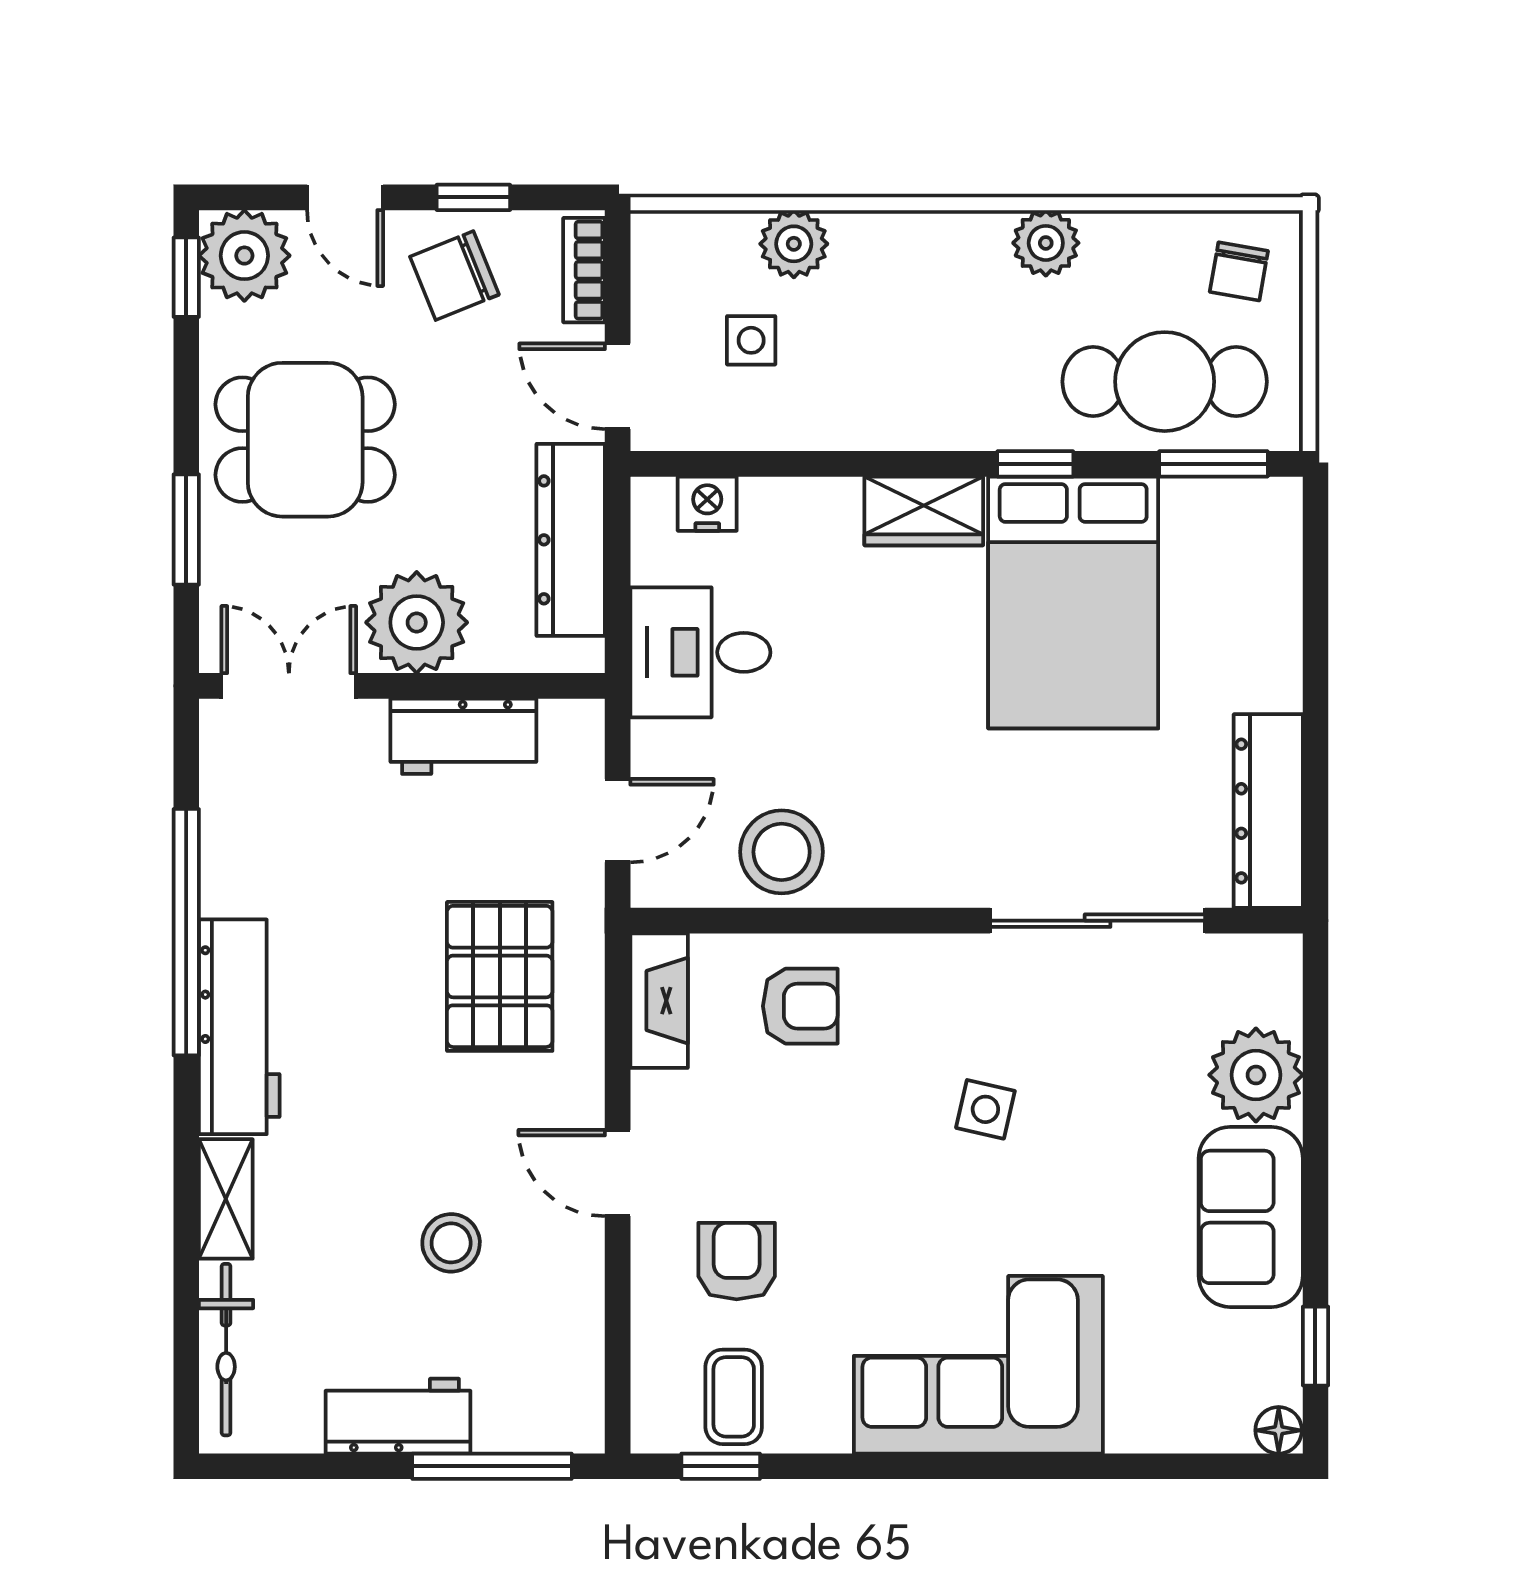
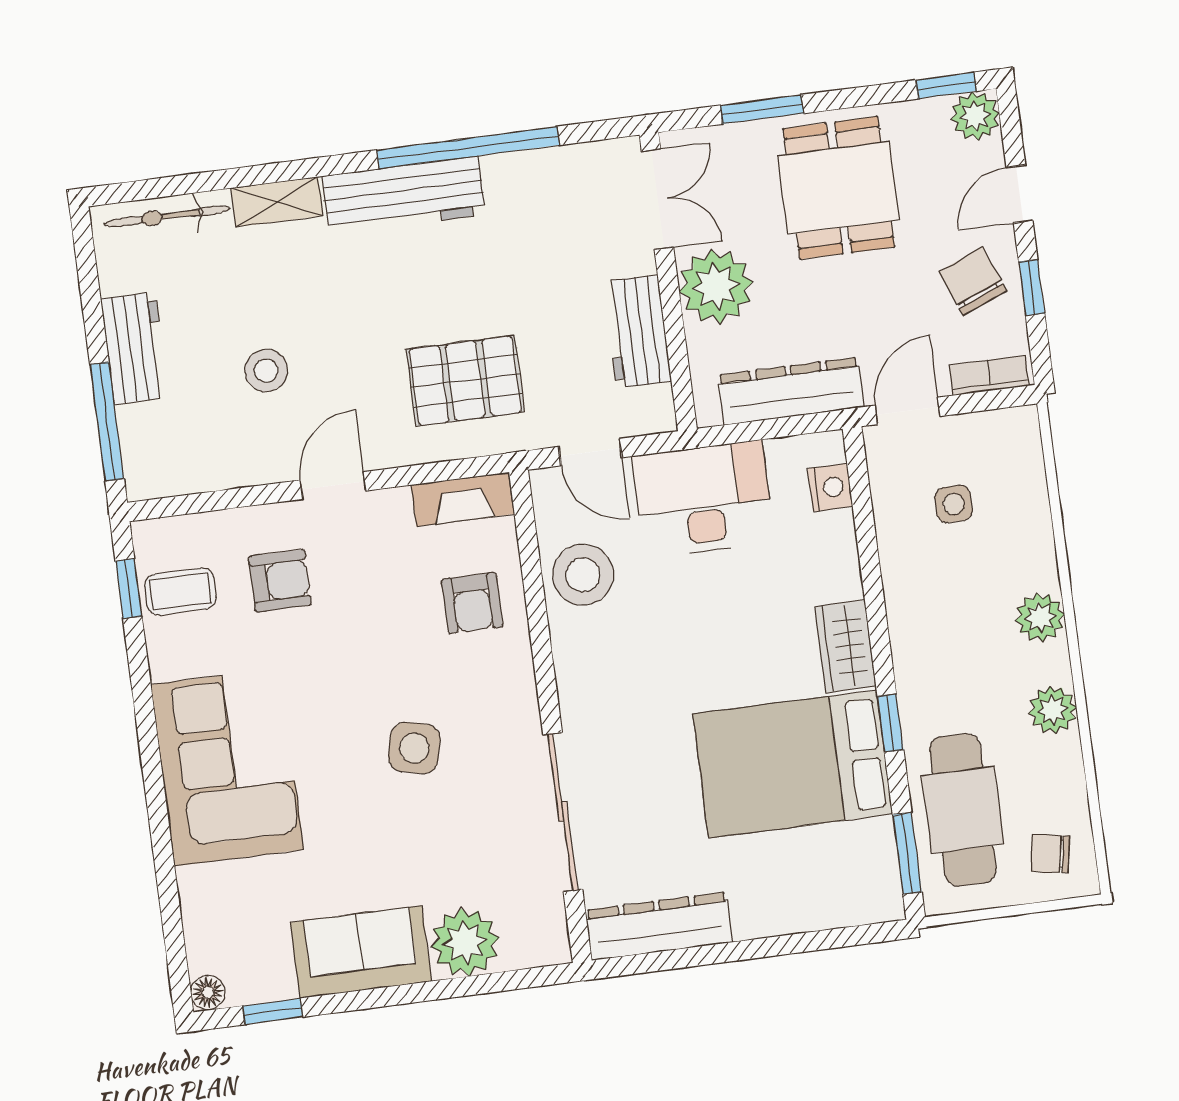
plant: (794, 244) -> (1040, 617), moved
plant: (244, 256) -> (975, 116), width x0.73, depth x0.73
desk: (700, 652) -> (703, 499), width x1.37
side table: (985, 1109) -> (414, 748), width x1.37, depth x1.37

